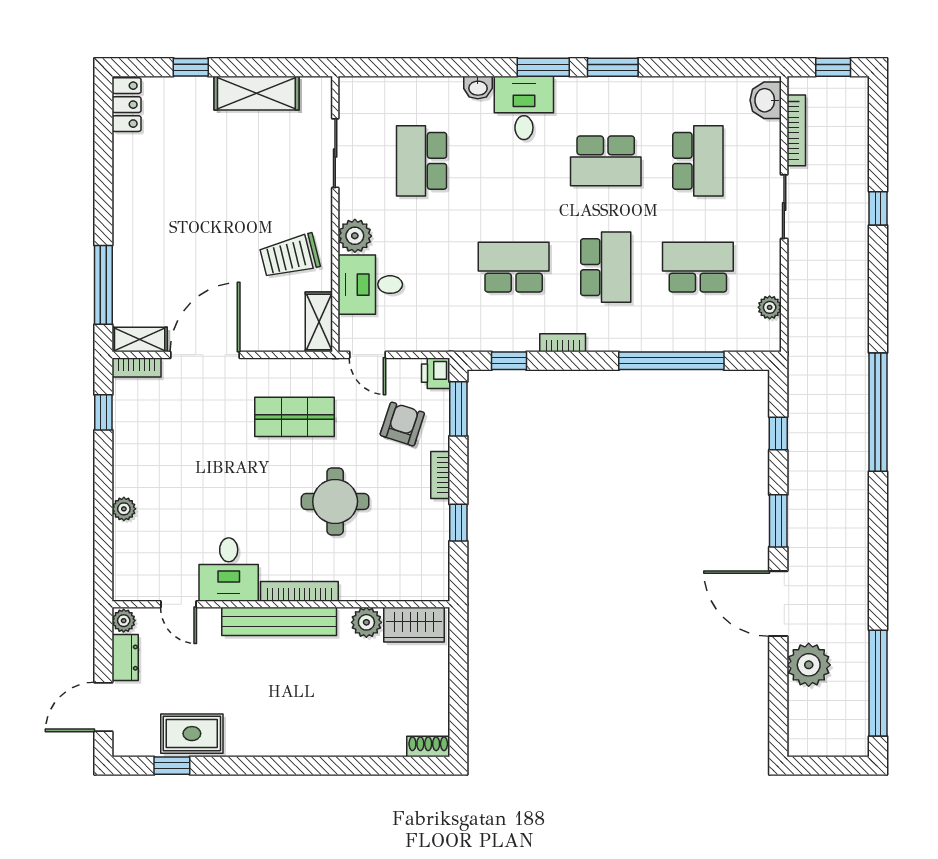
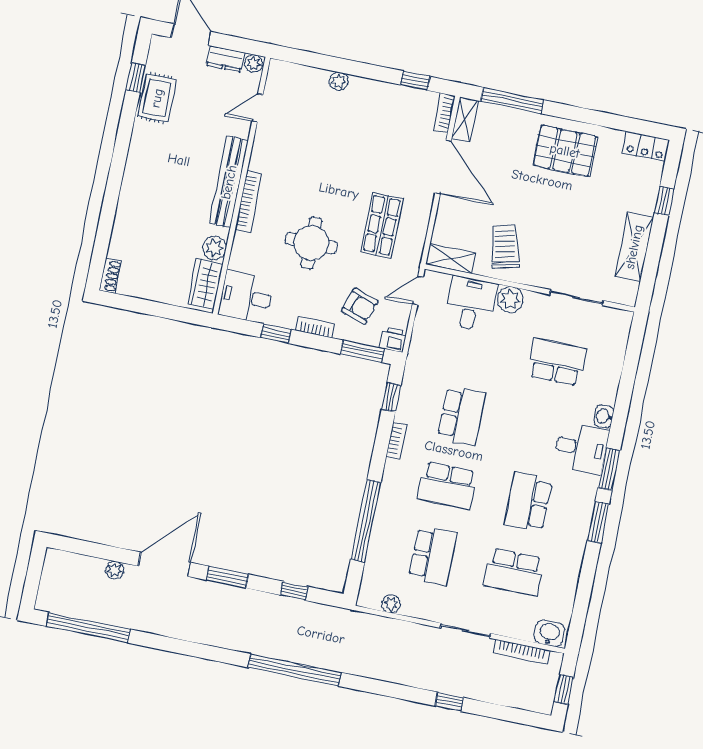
pallet: (153, 205) -> (565, 151), added
desk: (229, 570) -> (246, 297), moved
plant: (809, 665) -> (115, 570), width x0.53, depth x0.53

